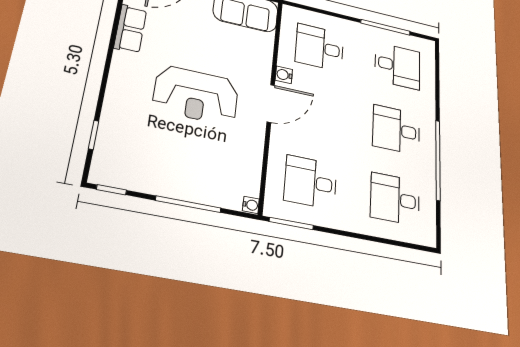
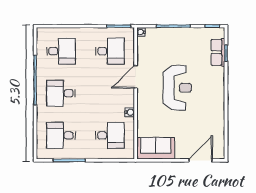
row of seats: (130, 29) -> (218, 52), moved
reception desk: (196, 95) -> (177, 88), turned 90
door: (271, 103) -> (136, 77), moved
desk: (396, 130) -> (61, 93), turned 180

